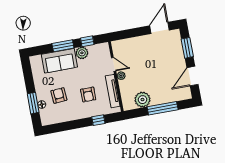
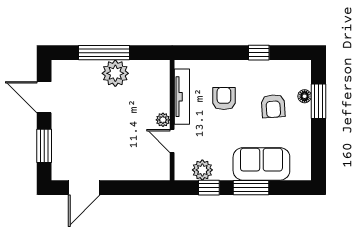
plant: (82, 53) -> (202, 170), moved
door: (192, 76) -> (44, 97), swing flipped
plant: (142, 100) -> (115, 73), moved
window: (98, 120) -> (259, 53), moved

